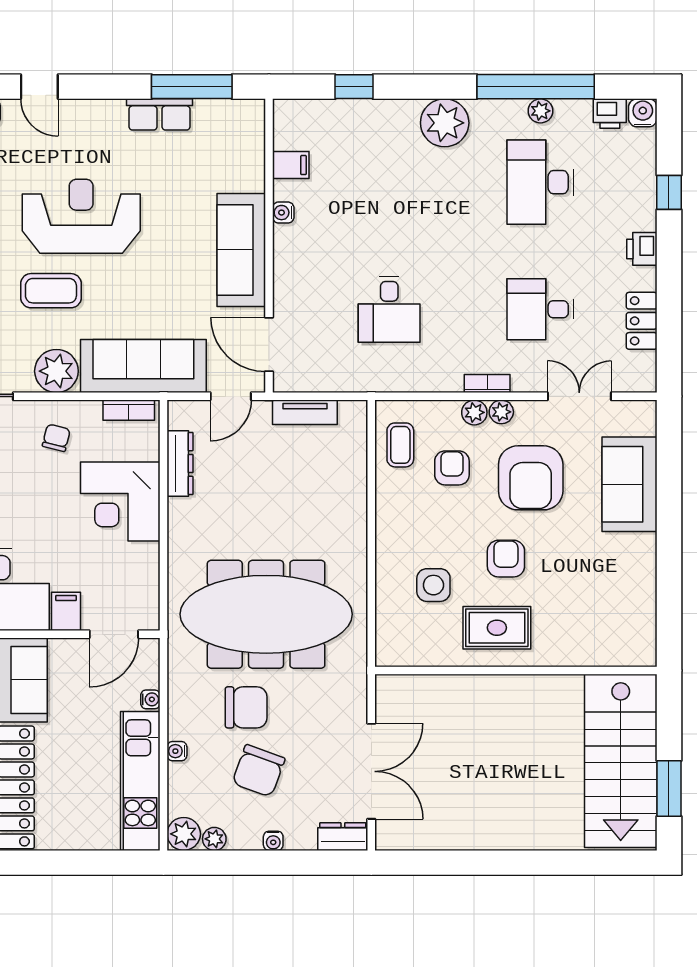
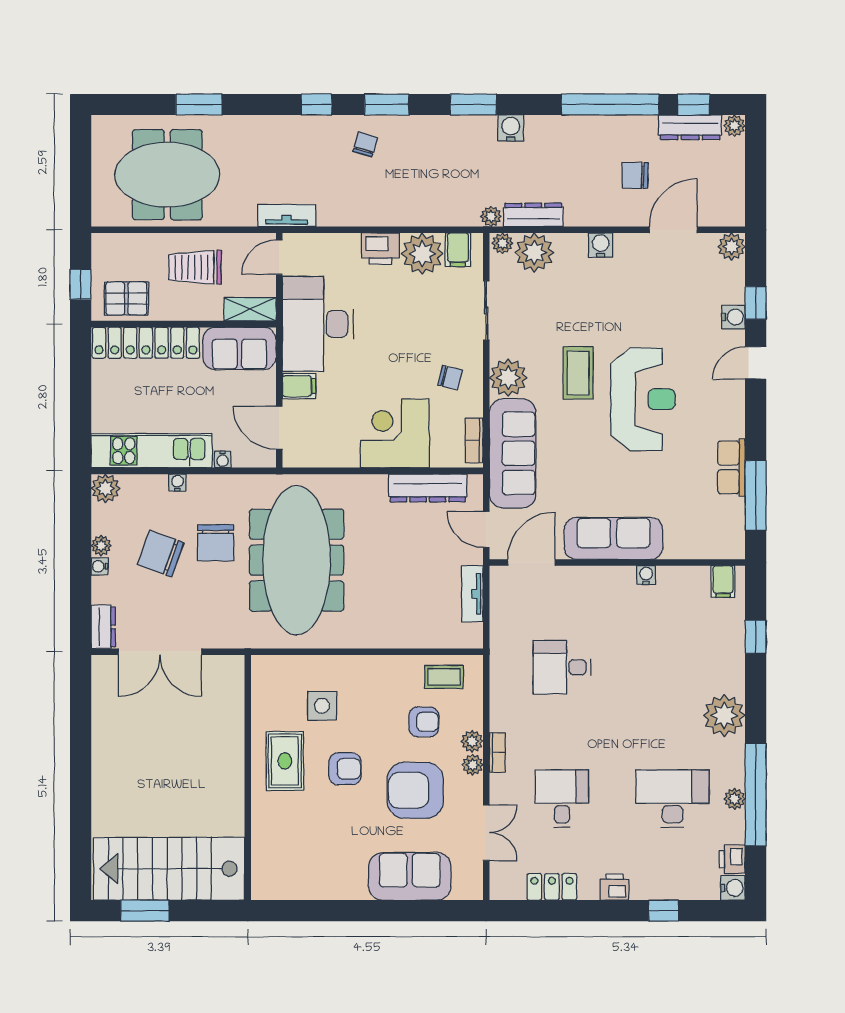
filing cabinet: (291, 165) -> (723, 582), moved
dresser: (180, 463) -> (428, 488), width x1.37, depth x1.24
plant: (214, 839) -> (101, 546), moved

